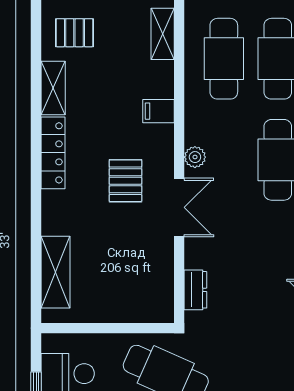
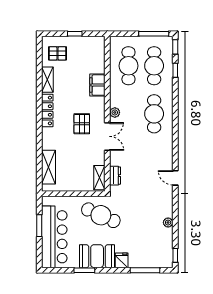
shelving: (163, 34) -> (99, 178), moved
filing cabinet: (158, 111) -> (97, 85), width x2.00

